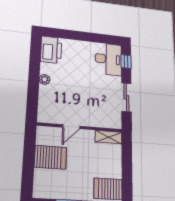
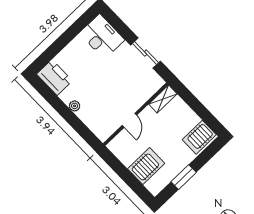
window: (126, 62) -> (117, 23), removed
server rack: (50, 157) -> (146, 166), moved

